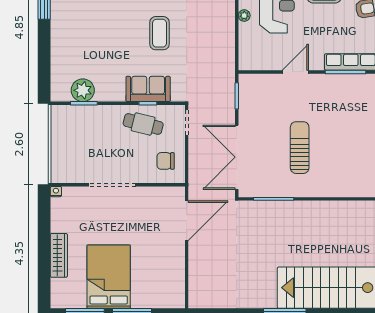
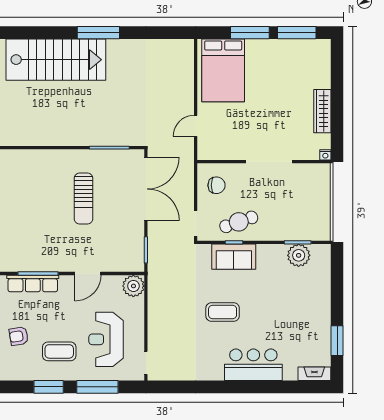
plant: (244, 16) -> (133, 286), moved, width x1.88, depth x1.88
coffee table: (159, 33) -> (223, 312), turned 90
cafe table: (143, 124) -> (239, 222), turned -33
door: (187, 221) -> (196, 126), width x0.53
wardrobe: (59, 255) -> (322, 111), moved
bed: (109, 277) -> (223, 70), moved

